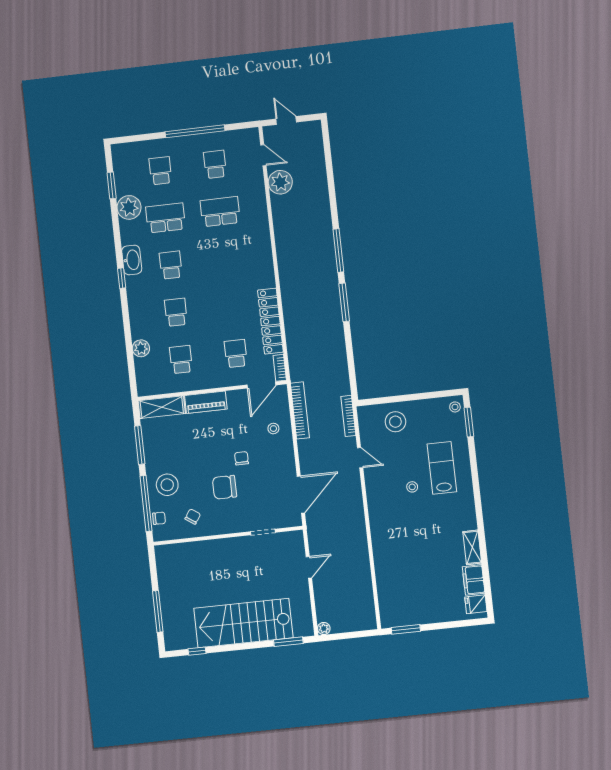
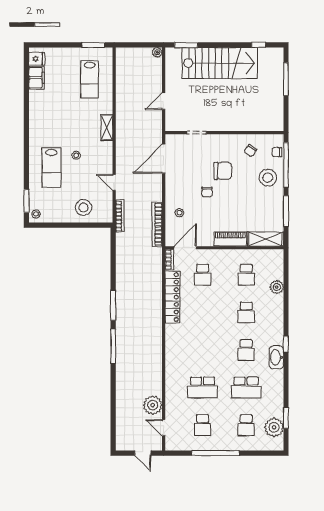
plant: (129, 207) -> (274, 427), moved
shelving: (472, 547) -> (107, 128), moved
lab bench: (406, 585) -> (90, 79), added

